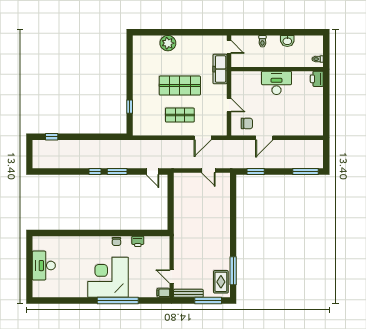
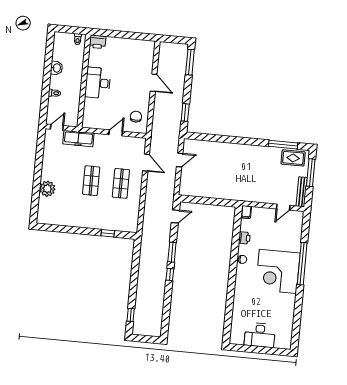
shop shelf: (180, 86) -> (91, 181), width x0.70, depth x0.74
door: (264, 138) -> (154, 83), moved
filing cabinet: (163, 293) -> (246, 212), moved

